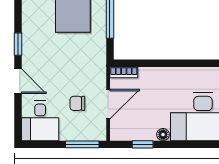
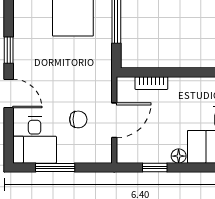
bookcase: (124, 72) -> (151, 83), moved
chair: (77, 103) -> (78, 119), turned 180
window: (82, 144) -> (55, 168), moved

